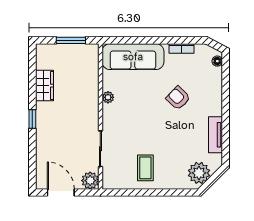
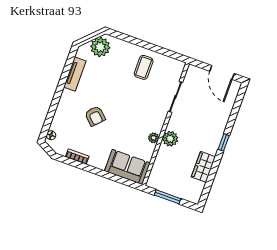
sofa: (133, 57) -> (127, 167), width x0.73
plant: (90, 181) -> (170, 139), moved

